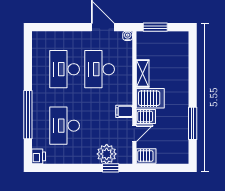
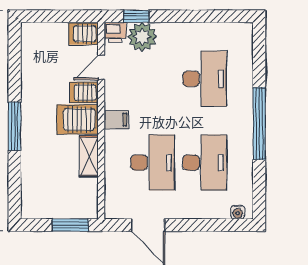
water cooler: (128, 36) -> (238, 212), moved
filing cabinet: (124, 111) -> (116, 120), moved
window: (28, 115) -> (259, 124), moved
window: (193, 123) -> (15, 126), moved
printer: (39, 156) -> (115, 32), moved, turned -90

